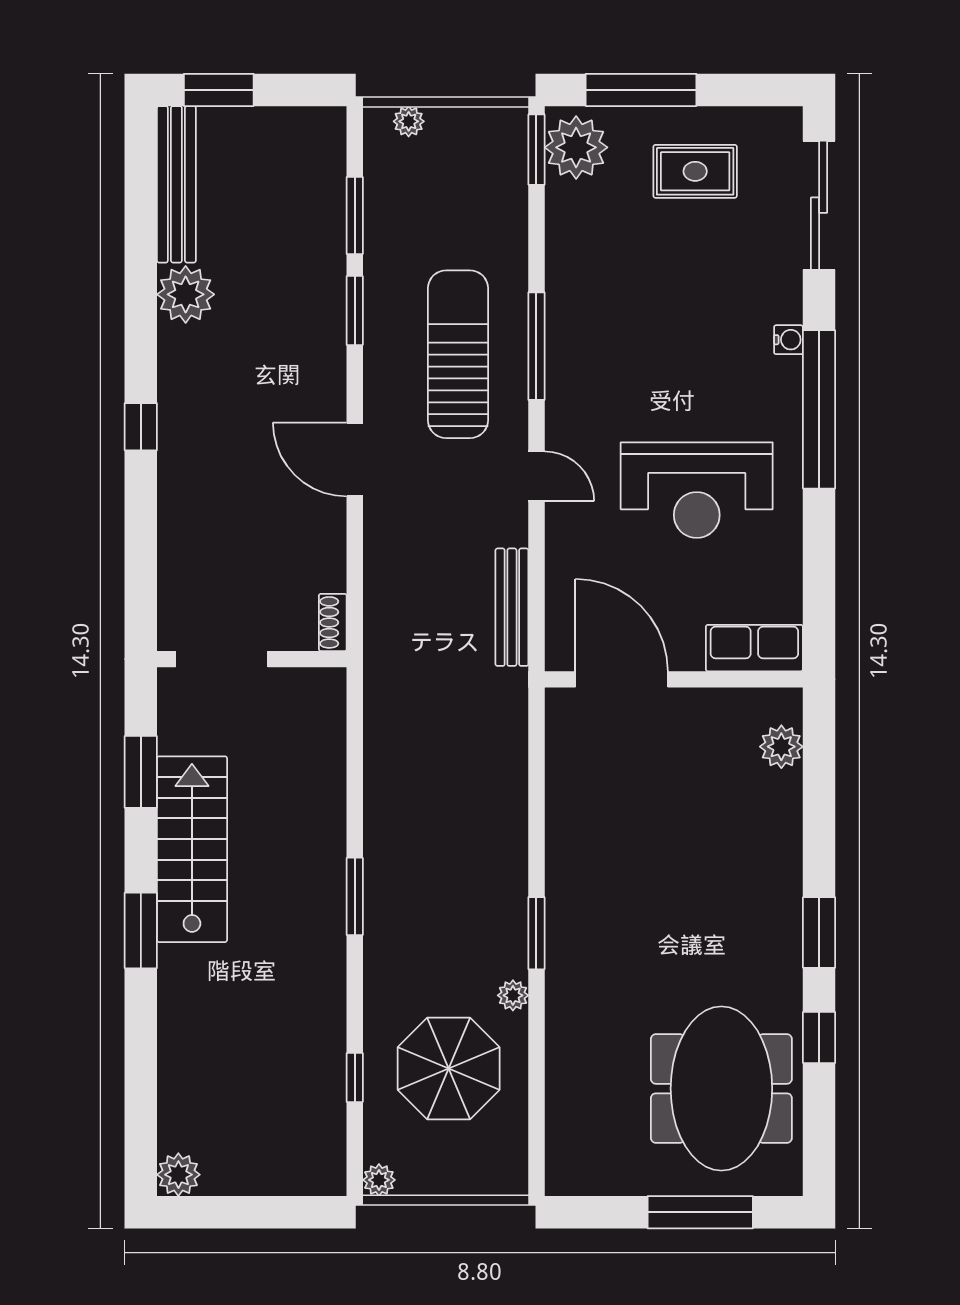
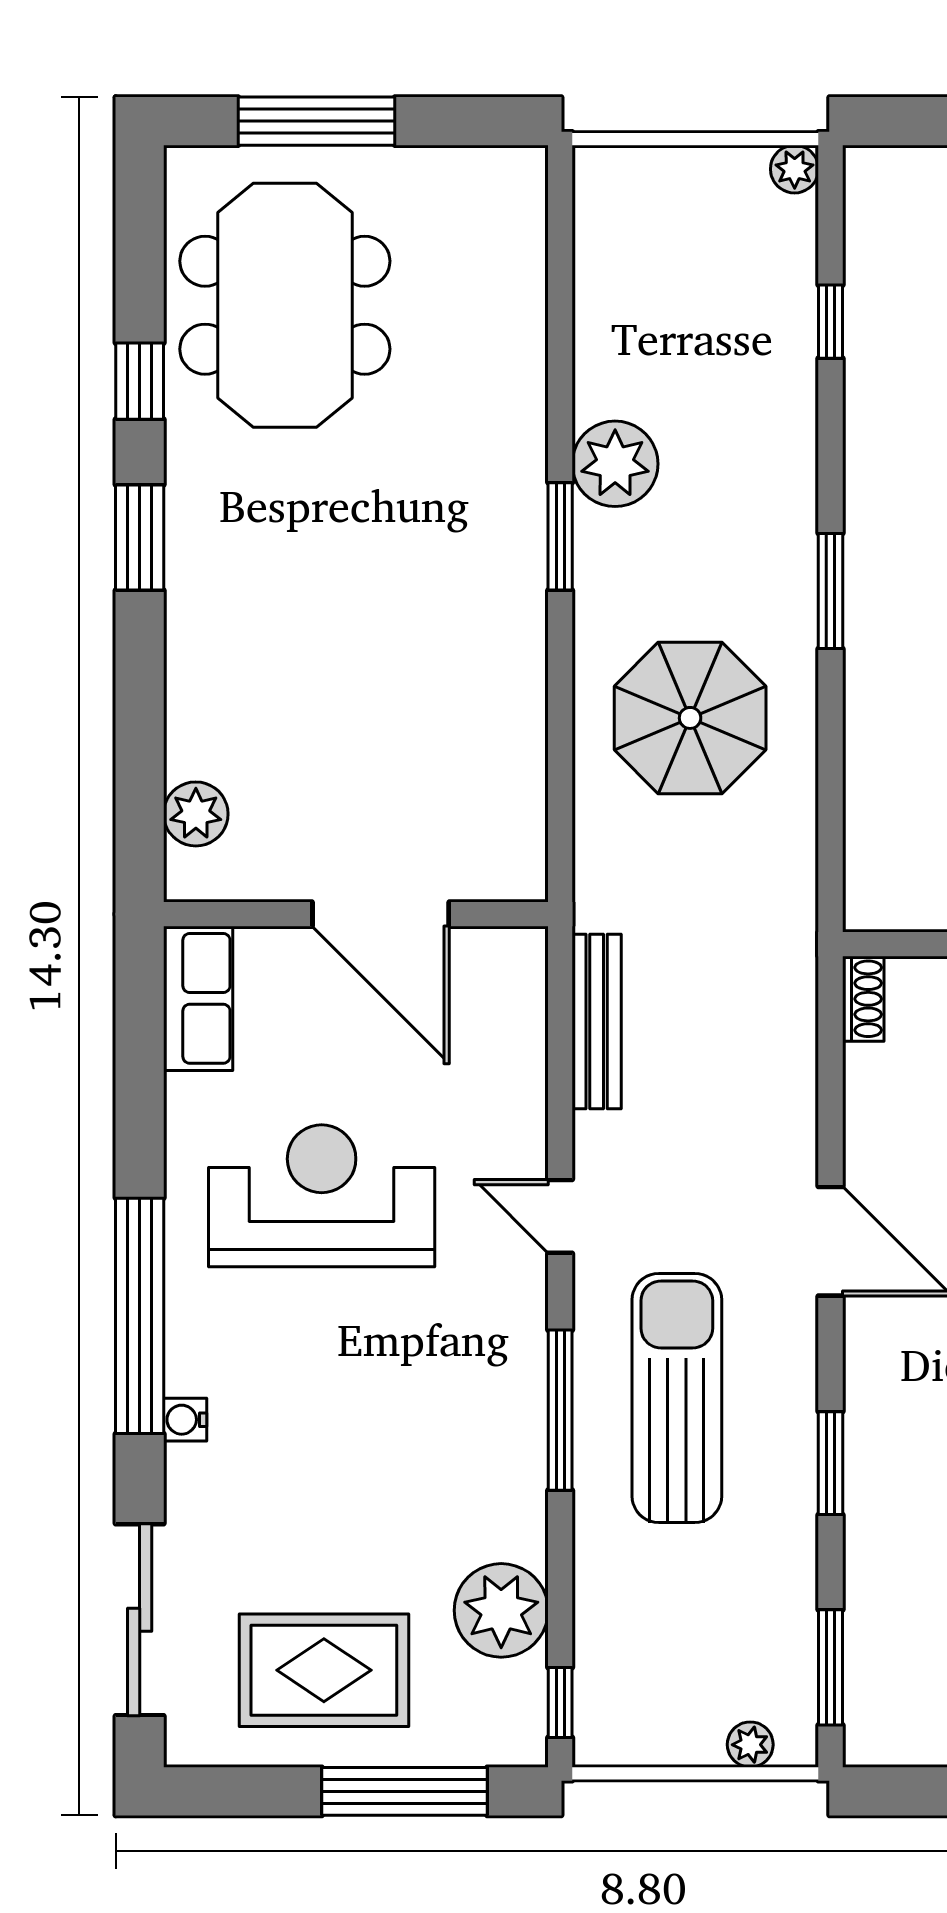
plant: (576, 147) -> (501, 1610), moved
window: (536, 150) -> (560, 1702), width x0.67
rug: (695, 171) -> (324, 1670), width x1.36, depth x1.43
window: (355, 216) -> (831, 1667), moved
sun lounger: (458, 354) -> (677, 1398), turned 180
row of seats: (754, 648) -> (198, 998), moved, turned -90
door: (622, 679) -> (381, 914), moved
plant: (513, 995) -> (615, 464), width x1.88, depth x1.88
parasol: (449, 1069) -> (690, 718), moved

